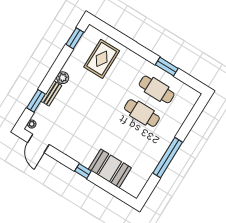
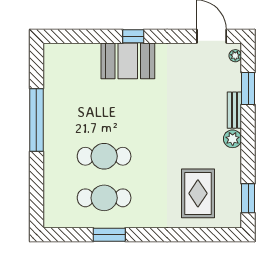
booth: (110, 168) -> (128, 61), moved

